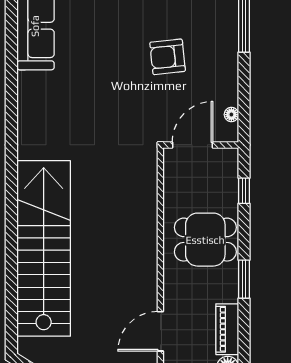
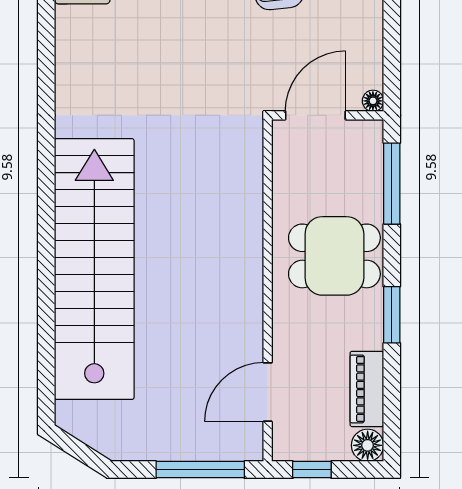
floor lamp: (231, 115) -> (373, 101), moved
window: (244, 191) -> (392, 184), width x2.17

